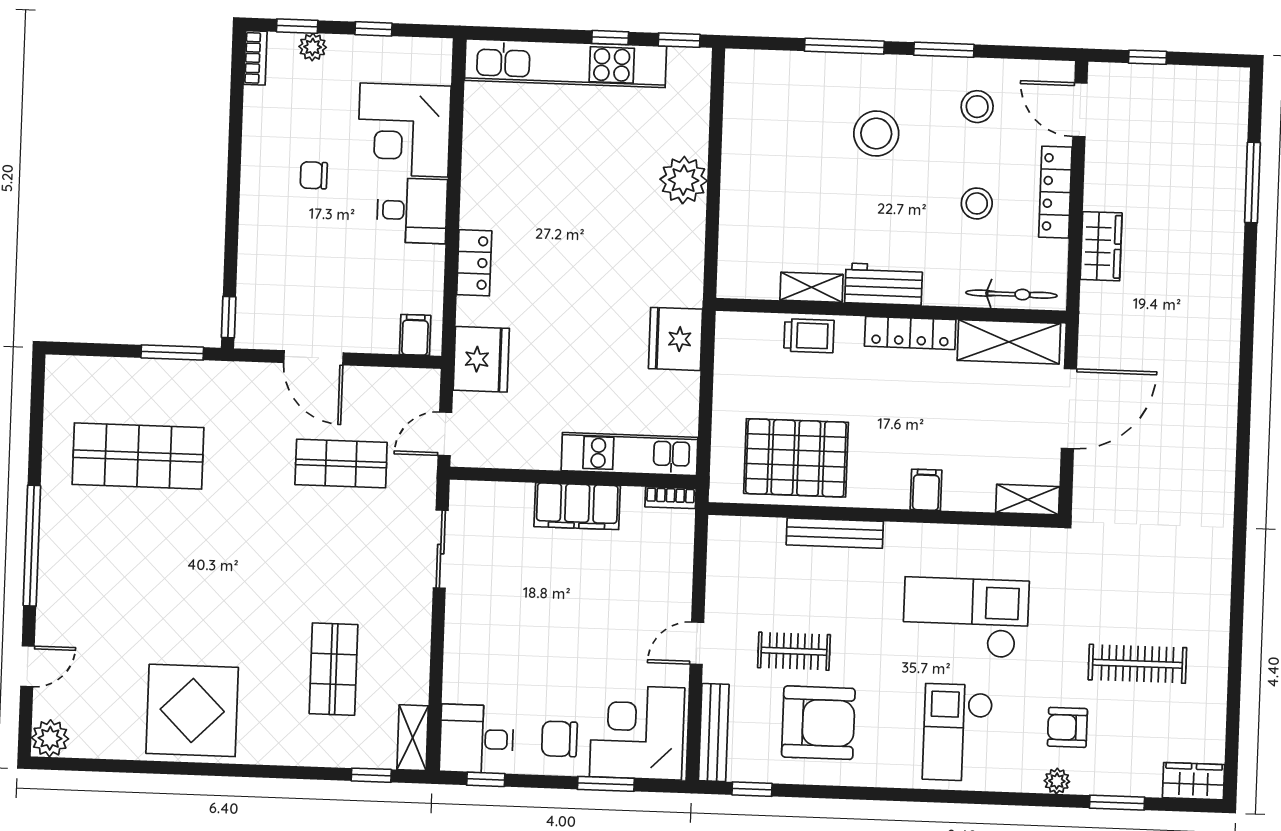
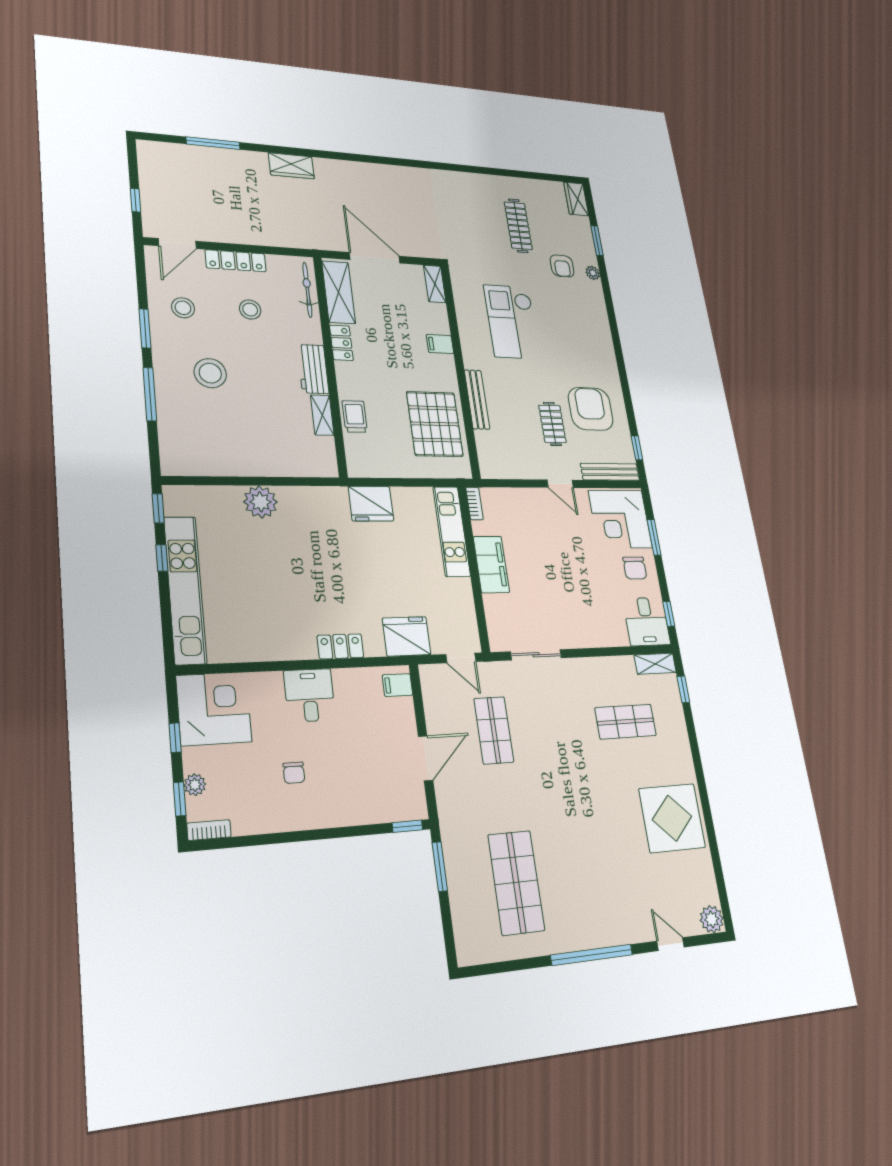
corner desk: (404, 130) -> (214, 709), moved, turned -90
wardrobe: (1101, 246) -> (291, 166), moved, turned 180
locker: (910, 333) -> (341, 343), width x0.66
checkout: (958, 732) -> (578, 328), removed

